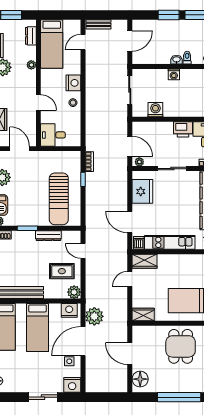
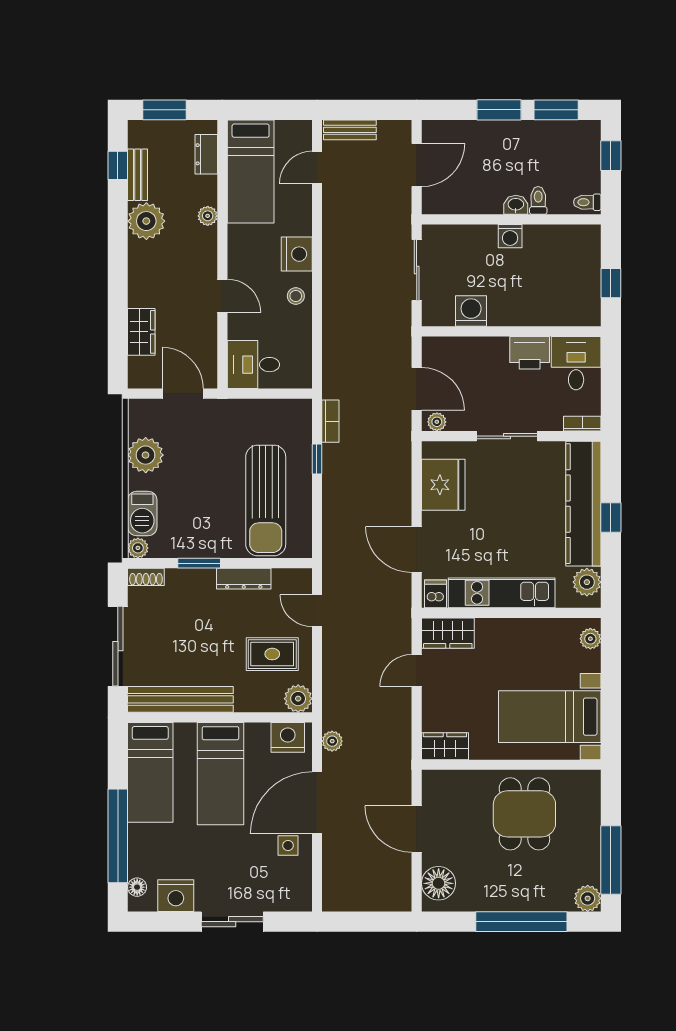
plant: (94, 316) -> (332, 741), width x0.53, depth x0.53
nightstand: (72, 385) -> (176, 896), moved

